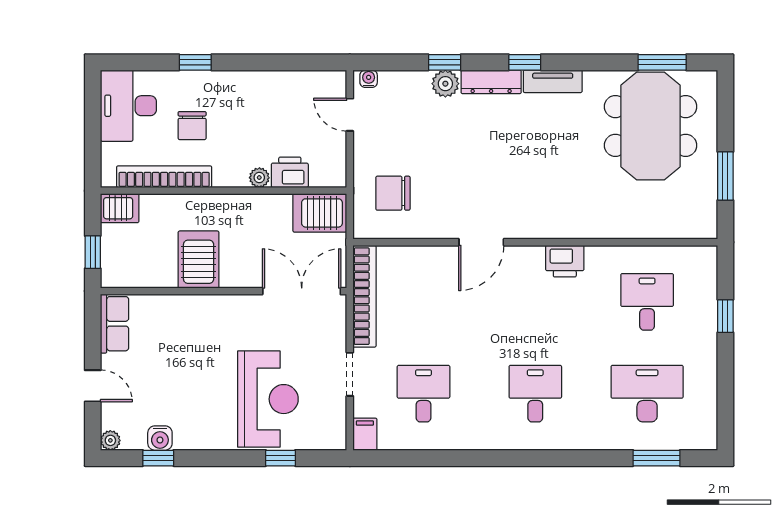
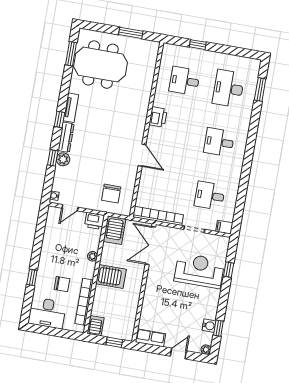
printer: (290, 172) -> (94, 221), moved, turned -90
server rack: (199, 260) -> (111, 276), moved, turned 180

